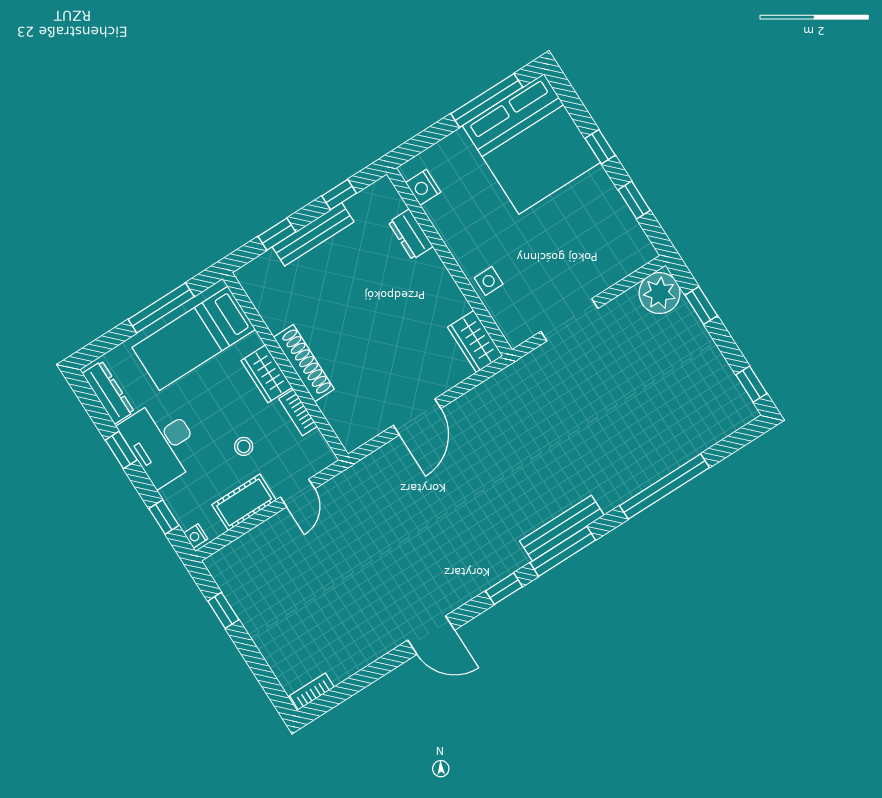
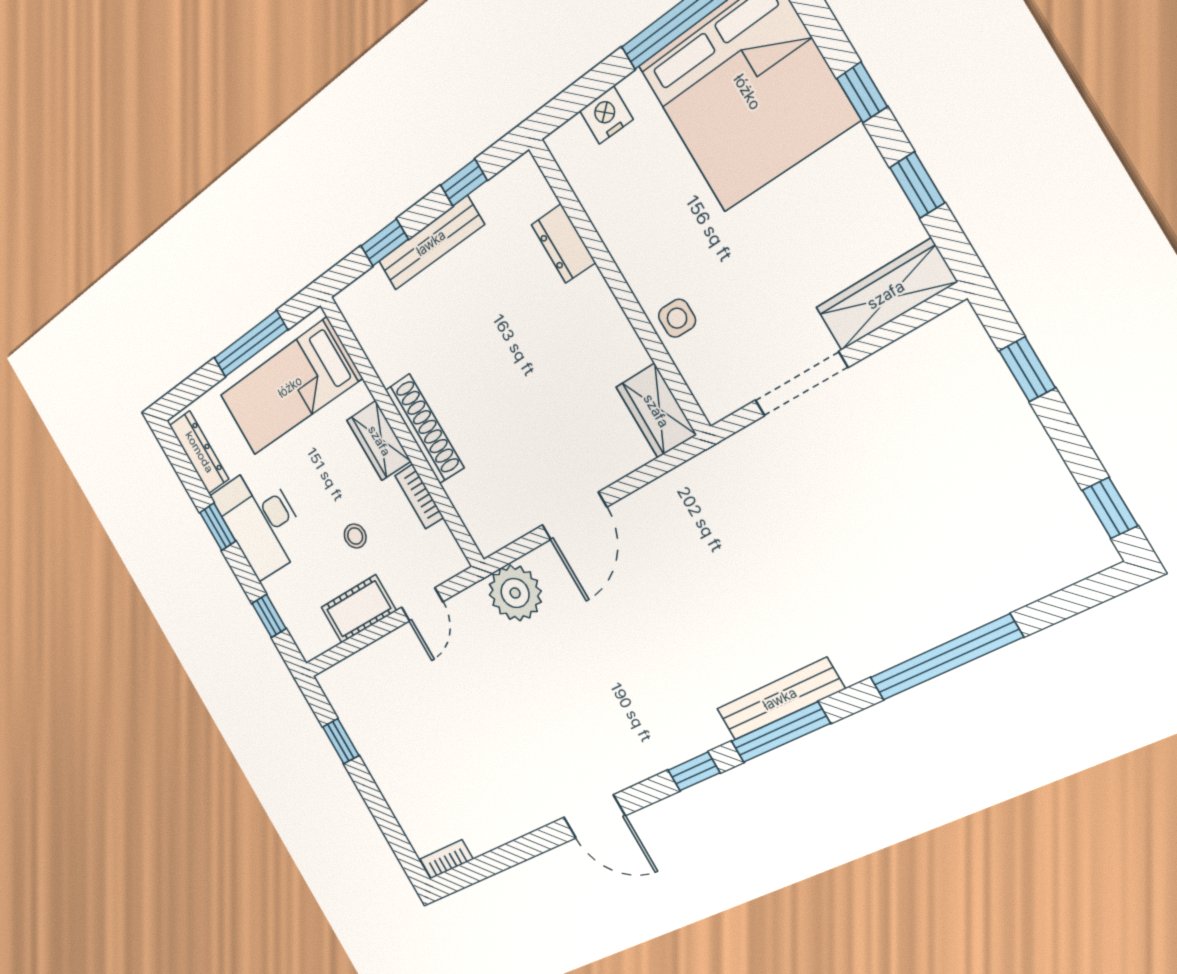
nightstand: (423, 187) -> (606, 115), moved, turned 90
wardrobe: (619, 264) -> (886, 295), added
plant: (660, 293) -> (515, 593), moved
nightstand: (196, 536) -> (305, 644), removed

